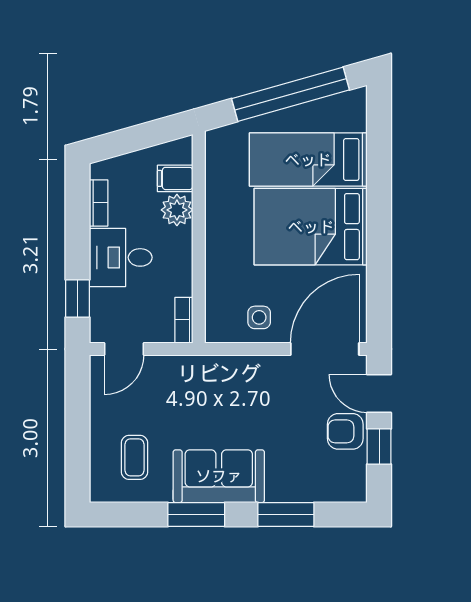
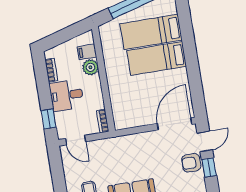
bed: (311, 227) -> (157, 58), width x0.67
side table: (259, 317) -> (140, 114), removed
door: (124, 349) -> (76, 140), hinge flipped
door: (379, 393) -> (205, 141), swing flipped

